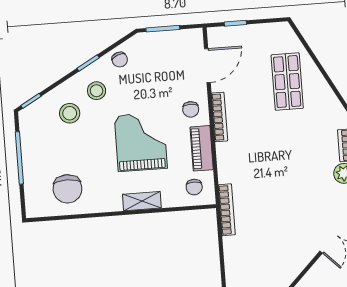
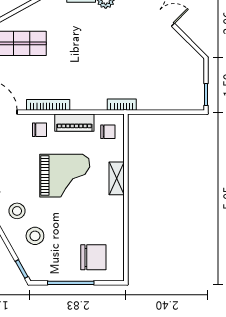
grand piano: (141, 142) -> (65, 176), turned 180
chair: (67, 189) -> (93, 257), moved
bookcase: (227, 210) -> (122, 105), width x0.64

